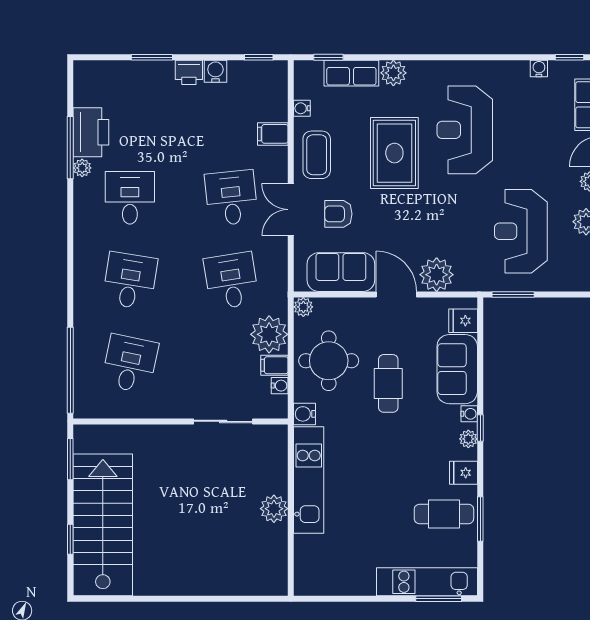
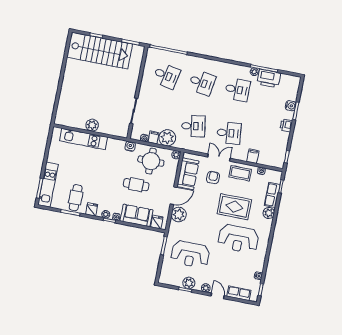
water cooler: (215, 71) -> (291, 106), moved
reception desk: (465, 130) -> (238, 239), turned 180
reception desk: (521, 231) -> (190, 254), turned 180
kitchen unit: (309, 480) -> (83, 139), moved

